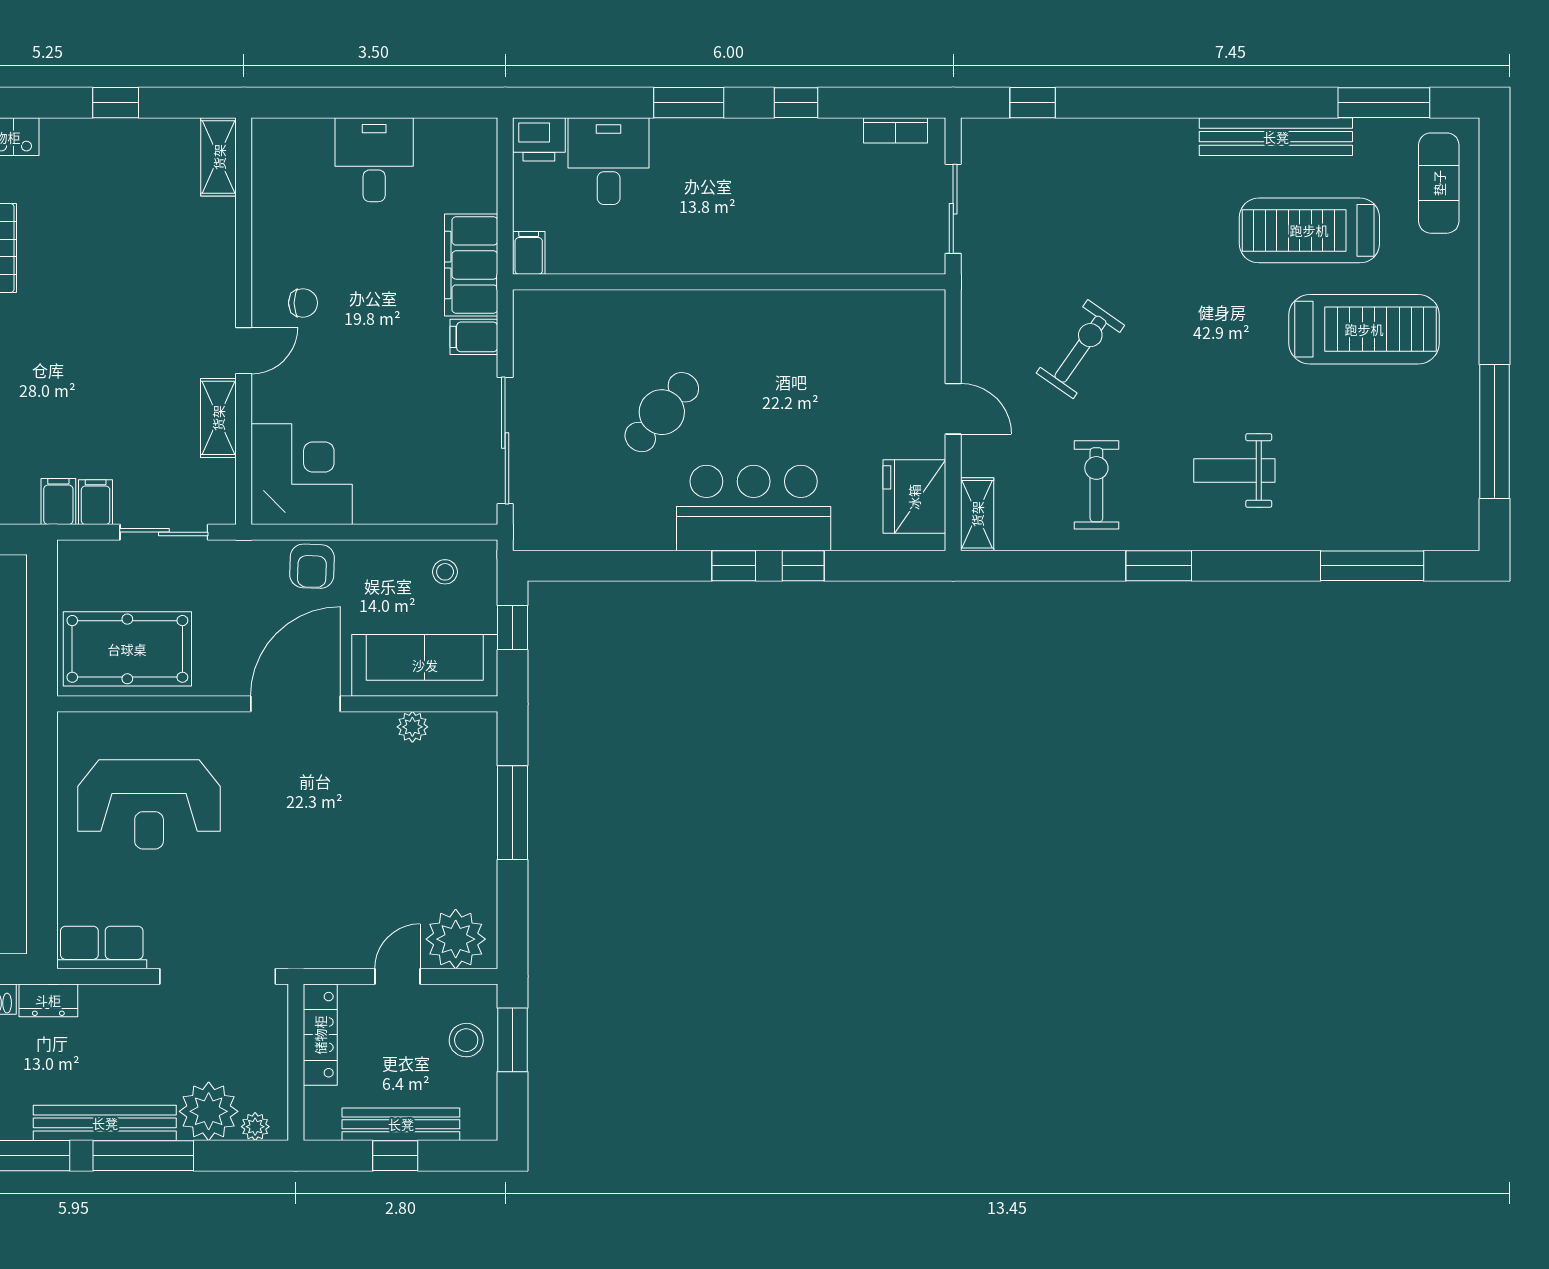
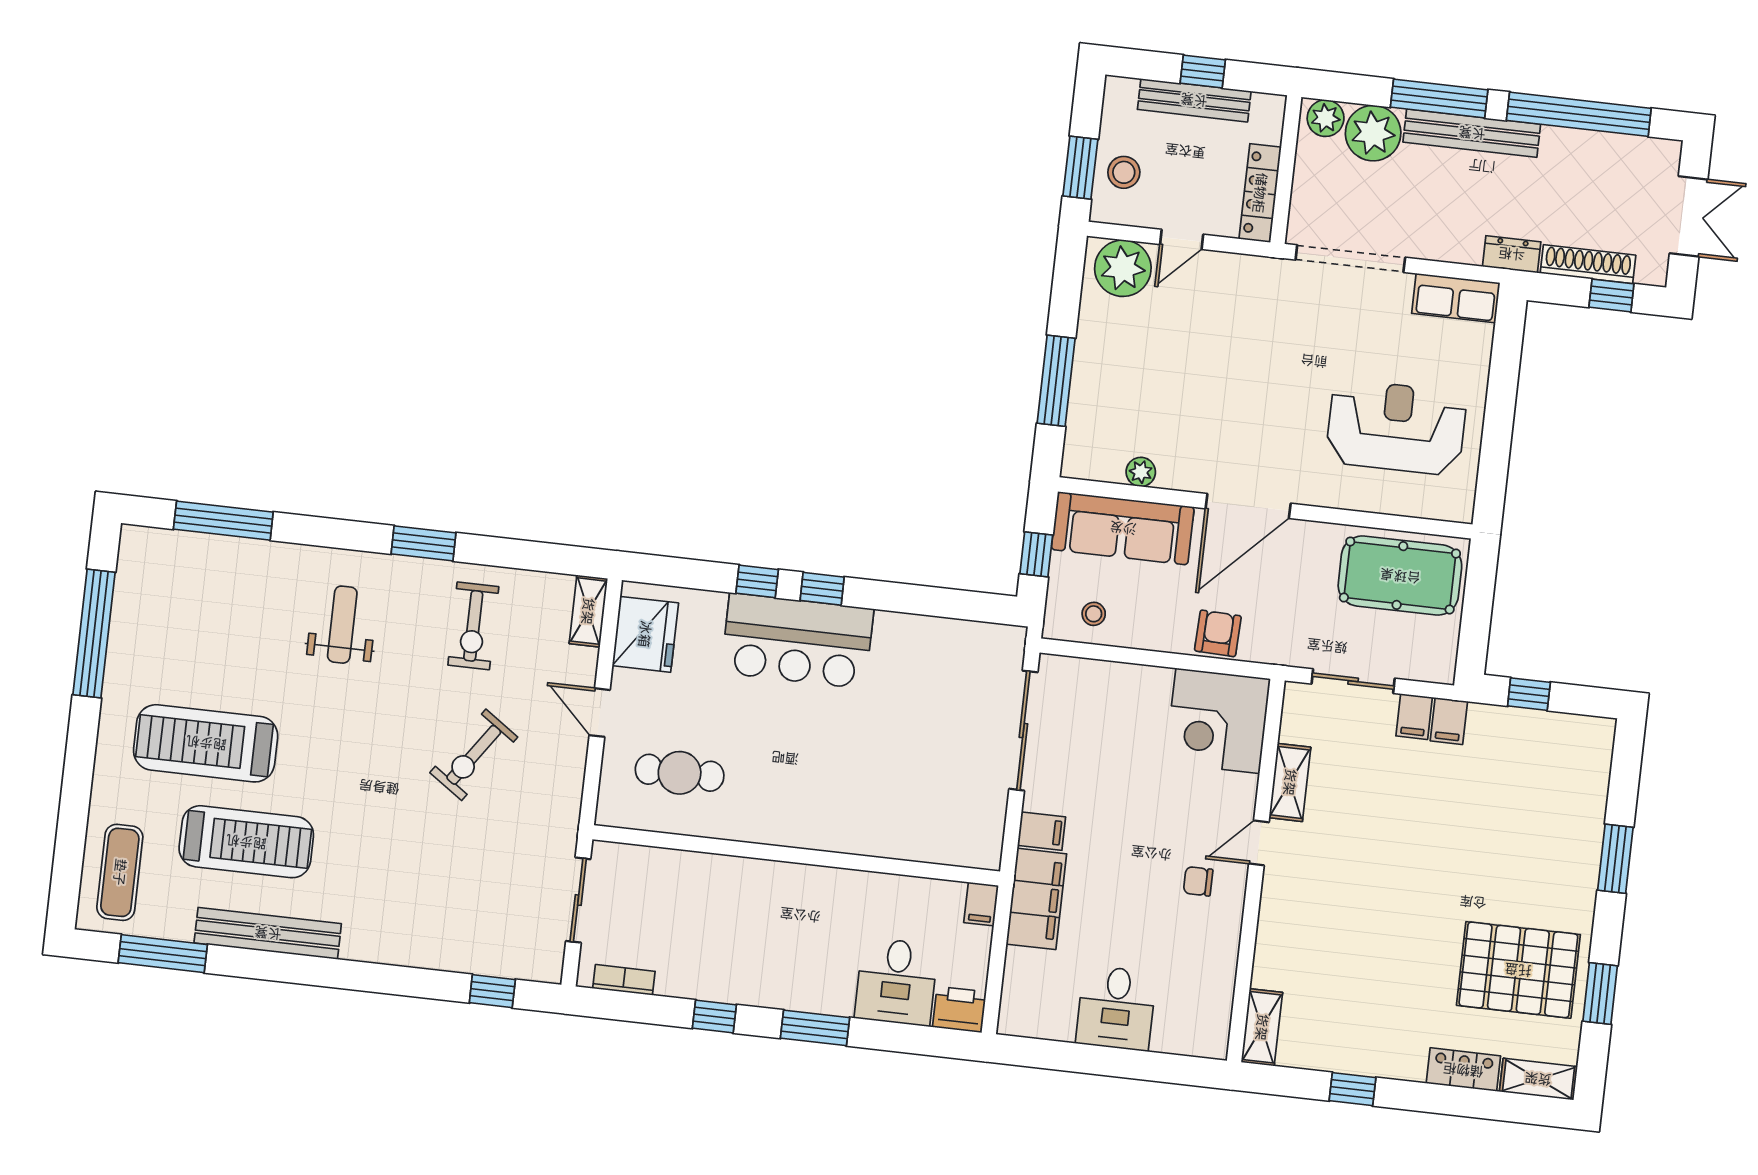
cafe table: (662, 412) -> (680, 773), moved, turned 49
weight bench: (1234, 470) -> (342, 625), turned -90
plant: (255, 1127) -> (1326, 118), width x1.38, depth x1.38

